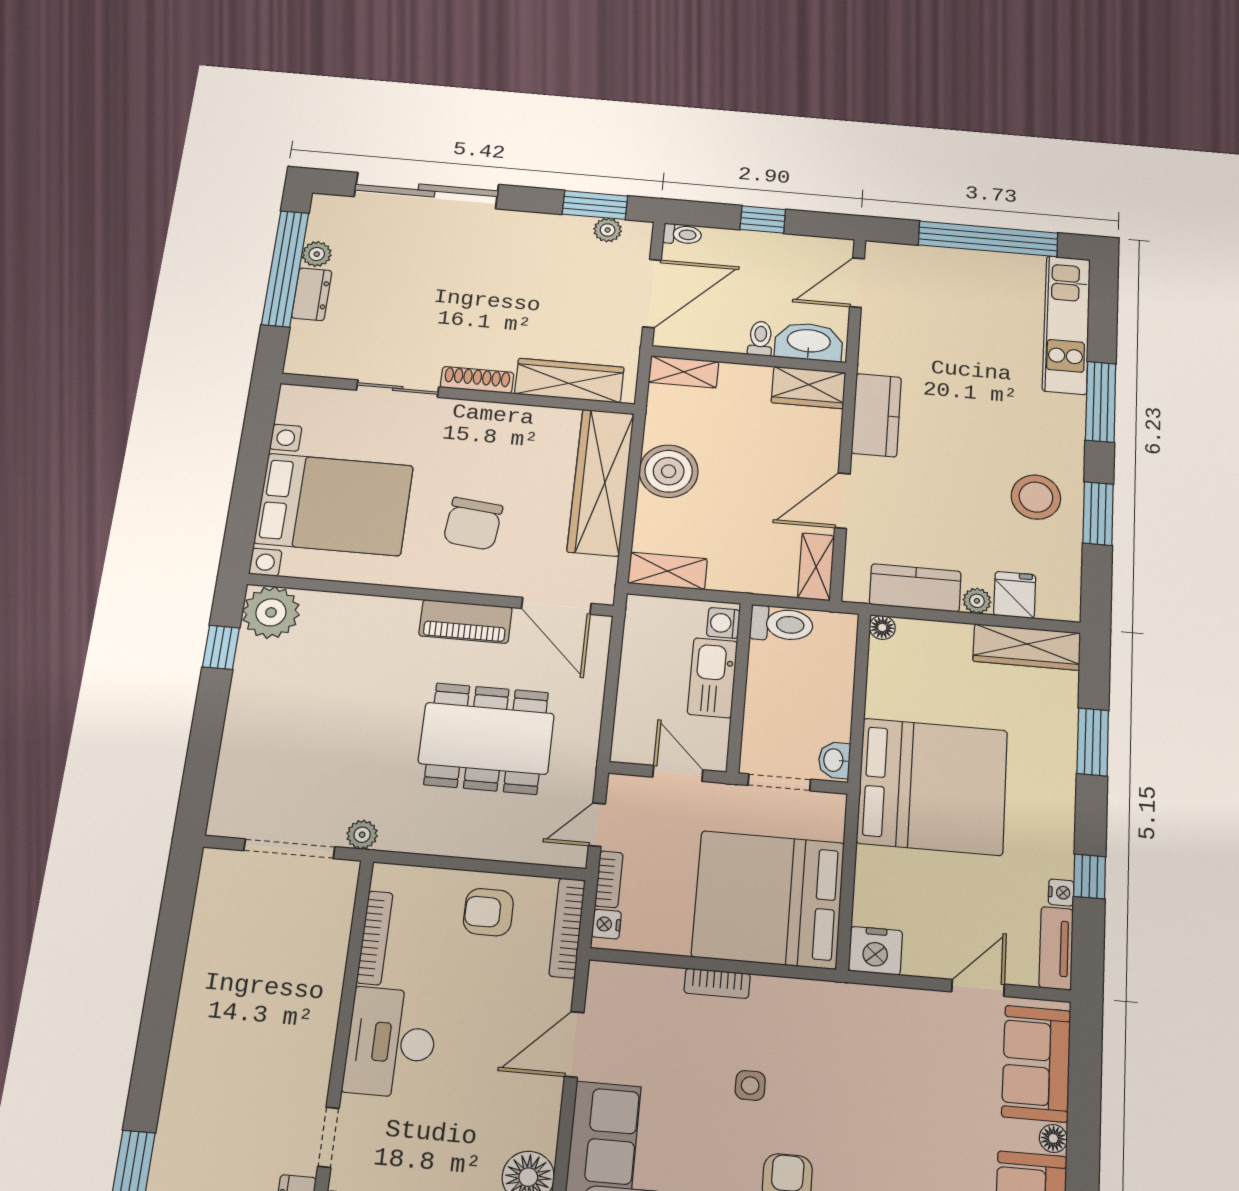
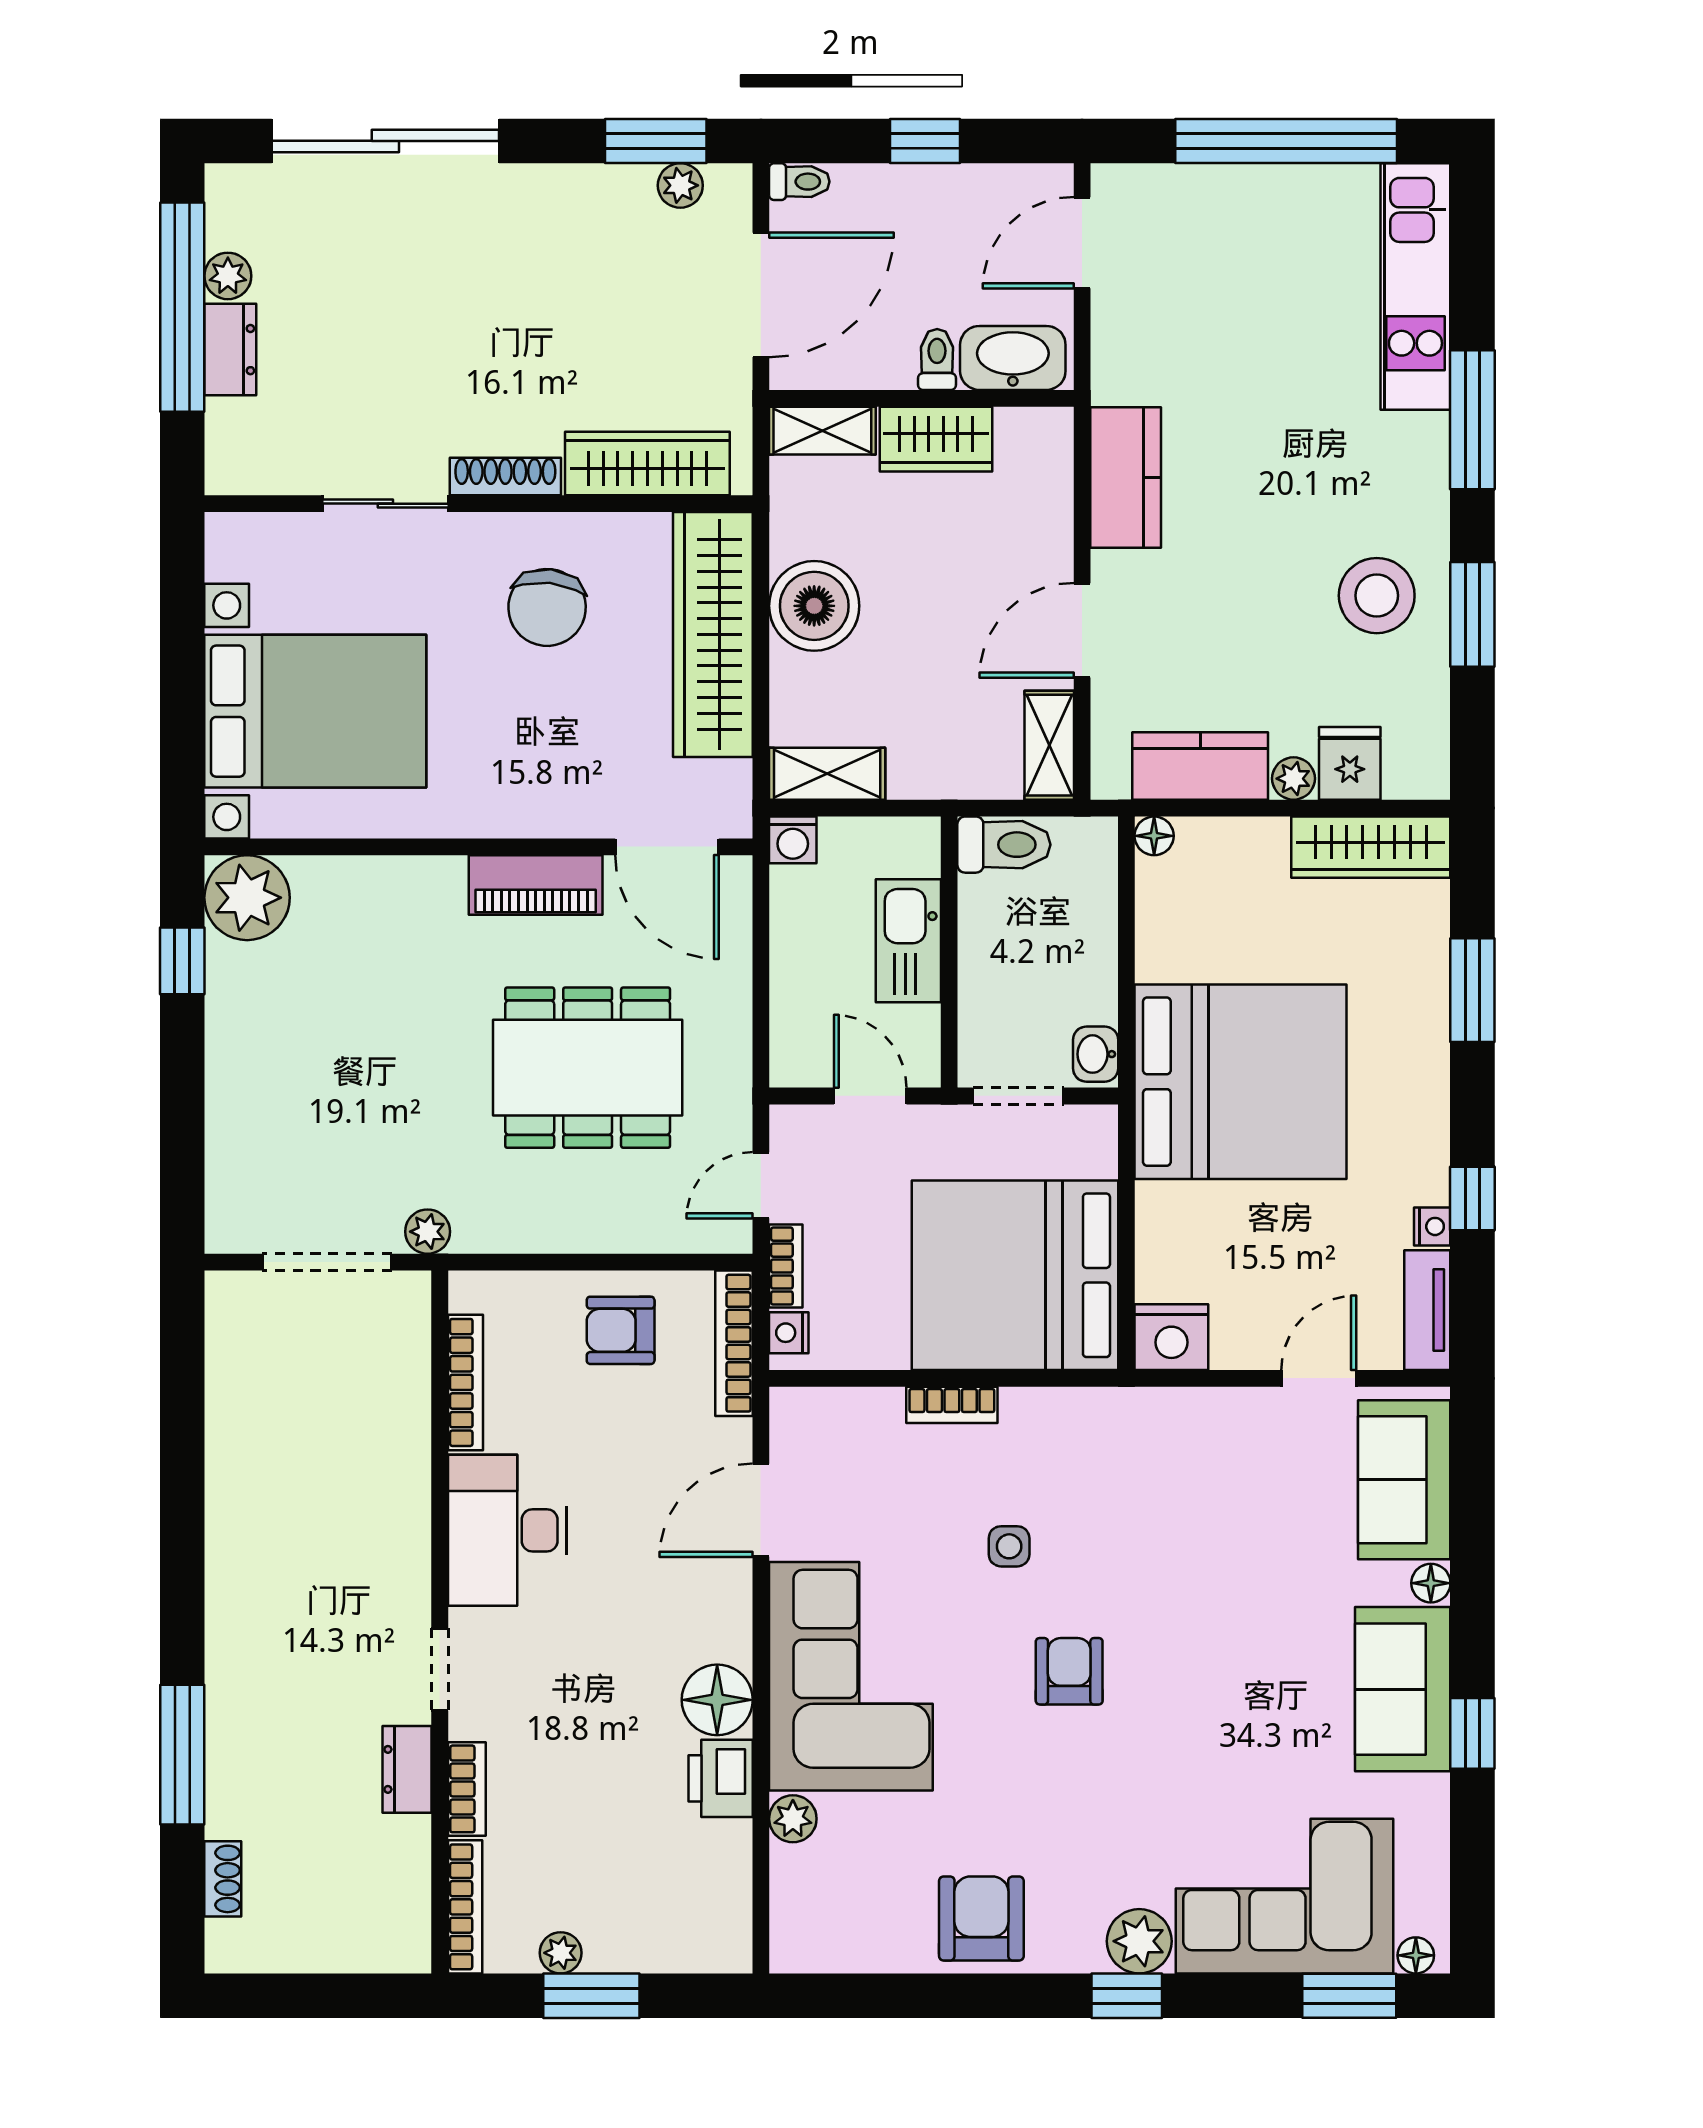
wardrobe: (808, 387) -> (936, 439), moved
chair: (473, 524) -> (547, 607), moved
washing machine: (723, 623) -> (793, 840), moved, turned -90

